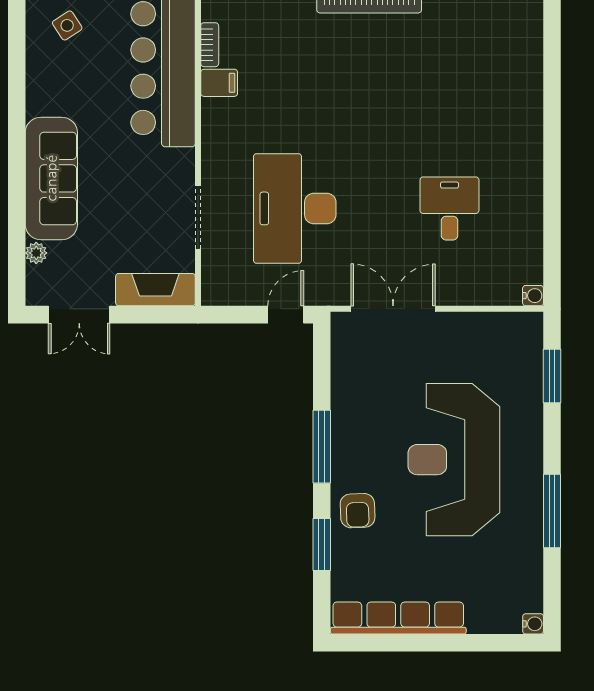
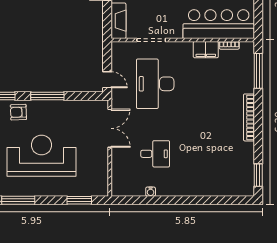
filing cabinet: (219, 83) -> (206, 50), width x2.00
desk: (295, 208) -> (155, 84), turned -90
water cooler: (533, 296) -> (151, 192), moved

